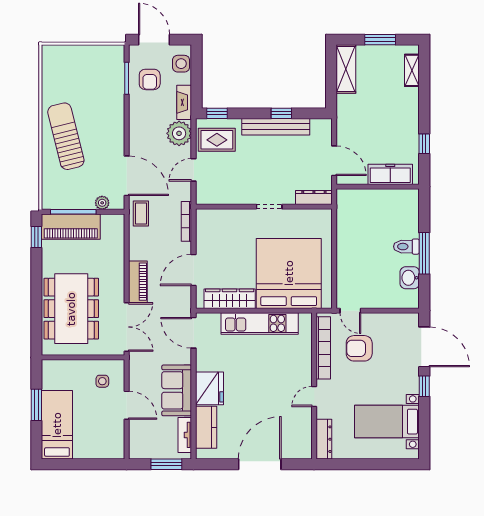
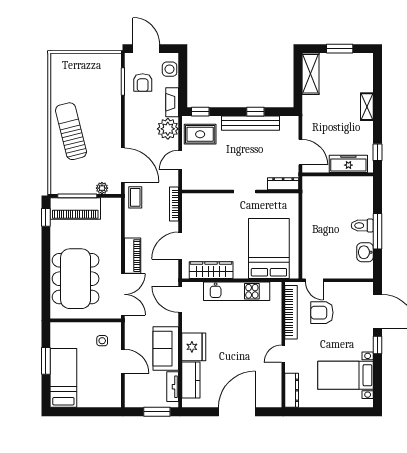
shelving: (412, 70) -> (367, 107), moved
window: (424, 144) -> (377, 152), moved
bed: (289, 273) -> (269, 249), width x0.73

